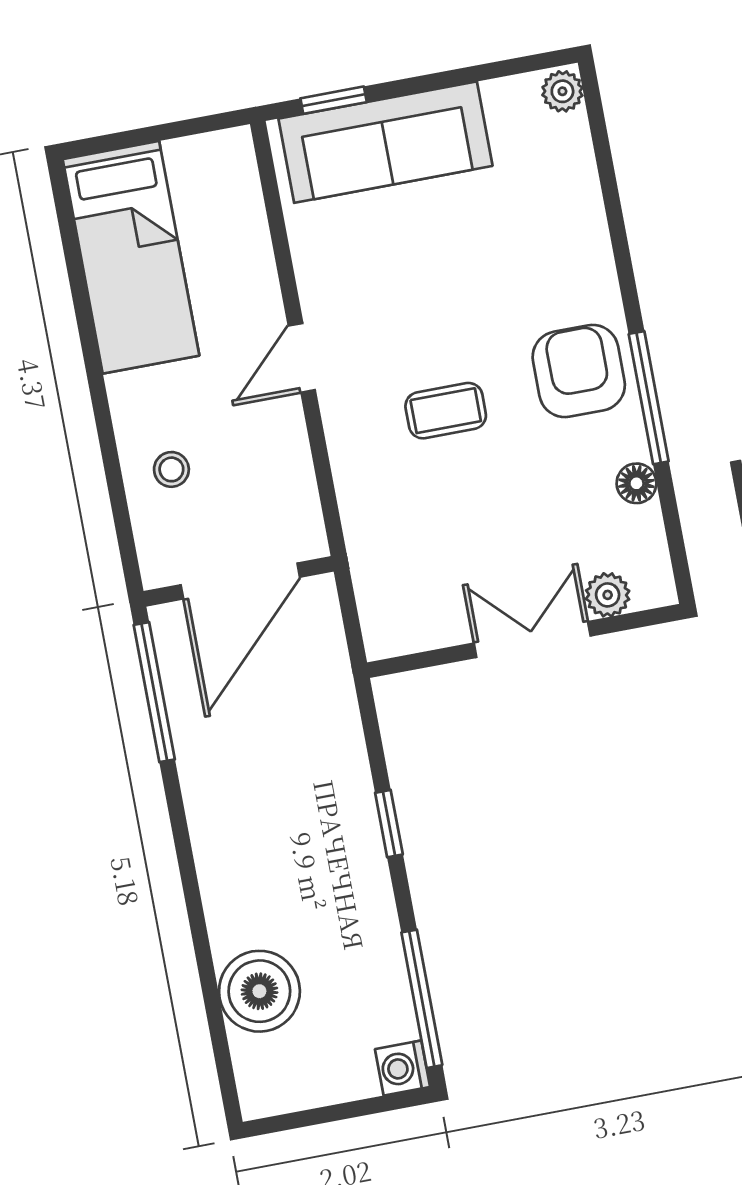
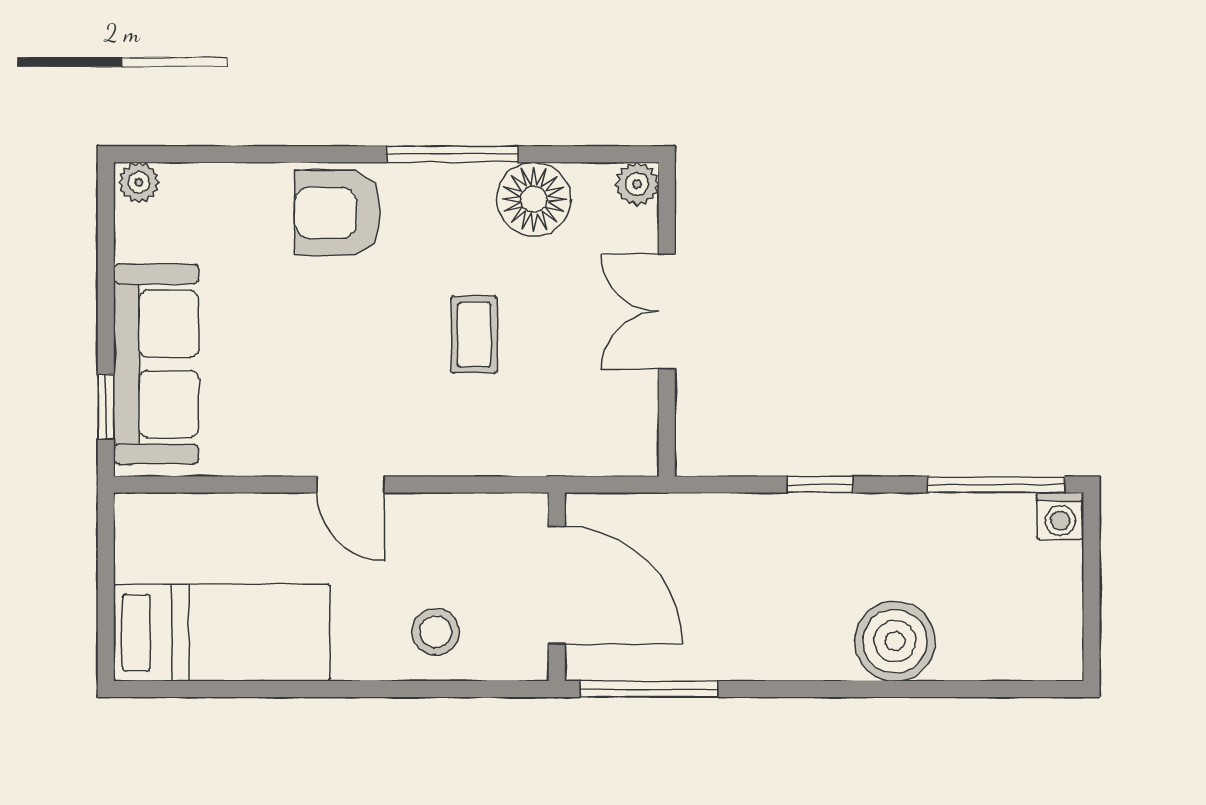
armchair: (579, 371) -> (337, 213), moved
coffee table: (446, 411) -> (474, 335), moved
stool: (171, 469) -> (436, 632), width x1.37, depth x1.37
floor lamp: (636, 483) -> (534, 199), width x1.89, depth x1.89
plant: (608, 595) -> (637, 184), moved
boiler: (259, 991) -> (895, 641), moved

